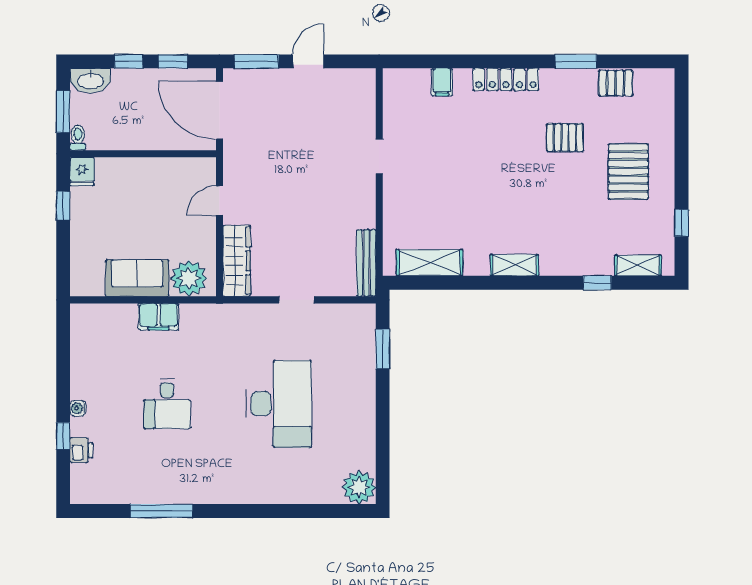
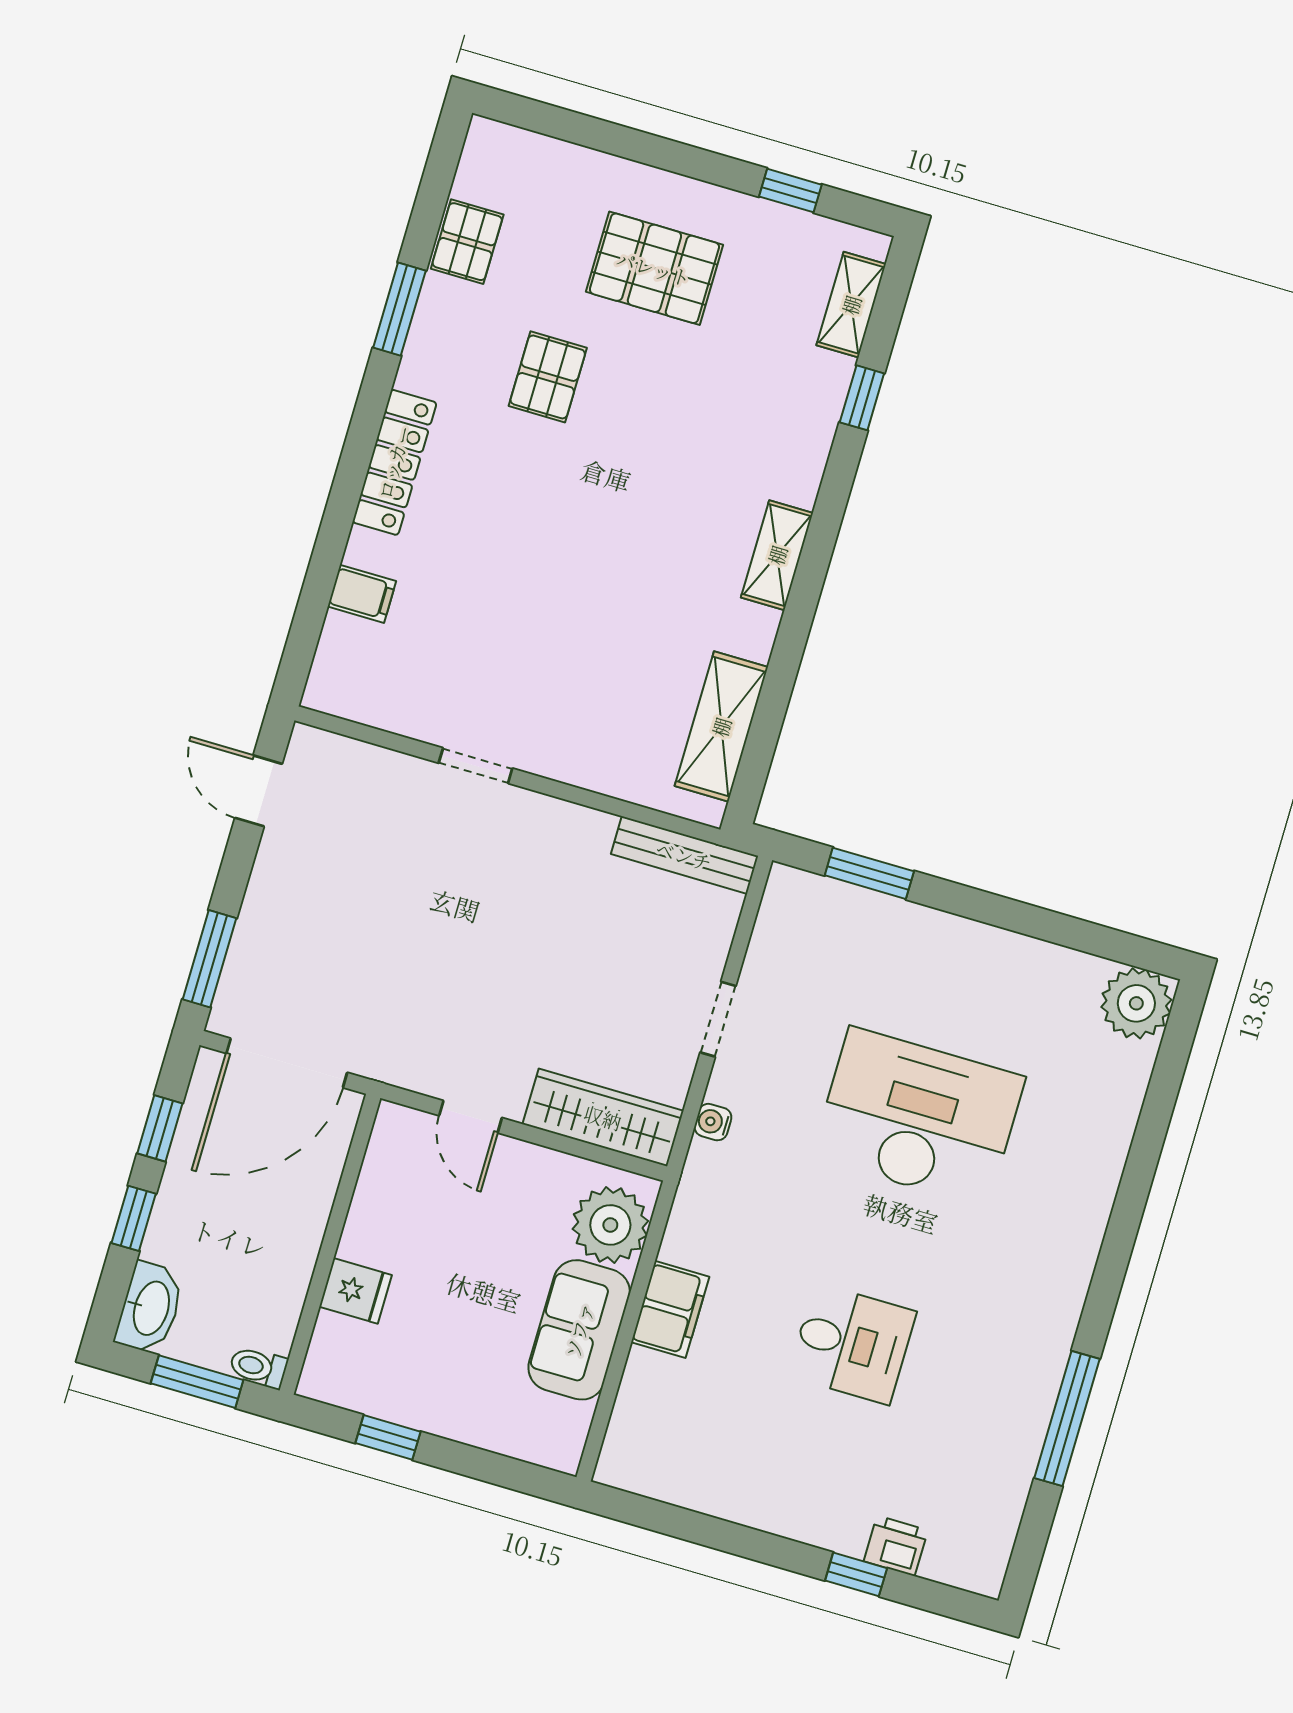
door: (308, 61) -> (259, 791), moved
fridge: (82, 172) -> (356, 1291), moved
water cooler: (78, 408) -> (713, 1122), moved, turned 90

